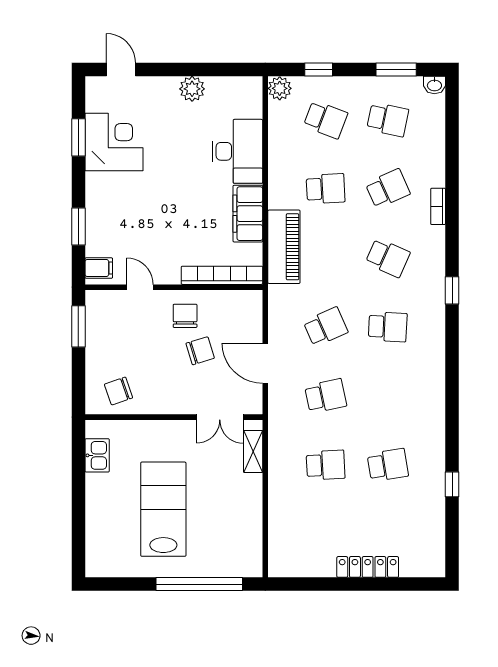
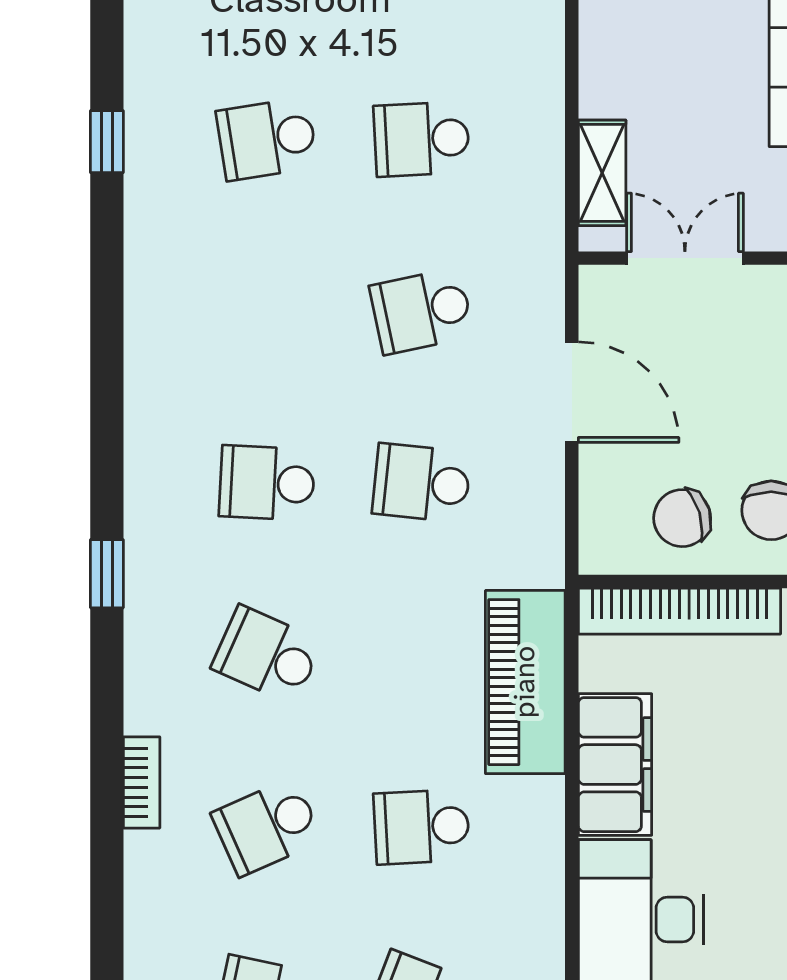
school desk: (326, 327) -> (422, 483), turned 30
chair: (200, 351) -> (682, 518), moved
window: (452, 484) -> (107, 142), moved

